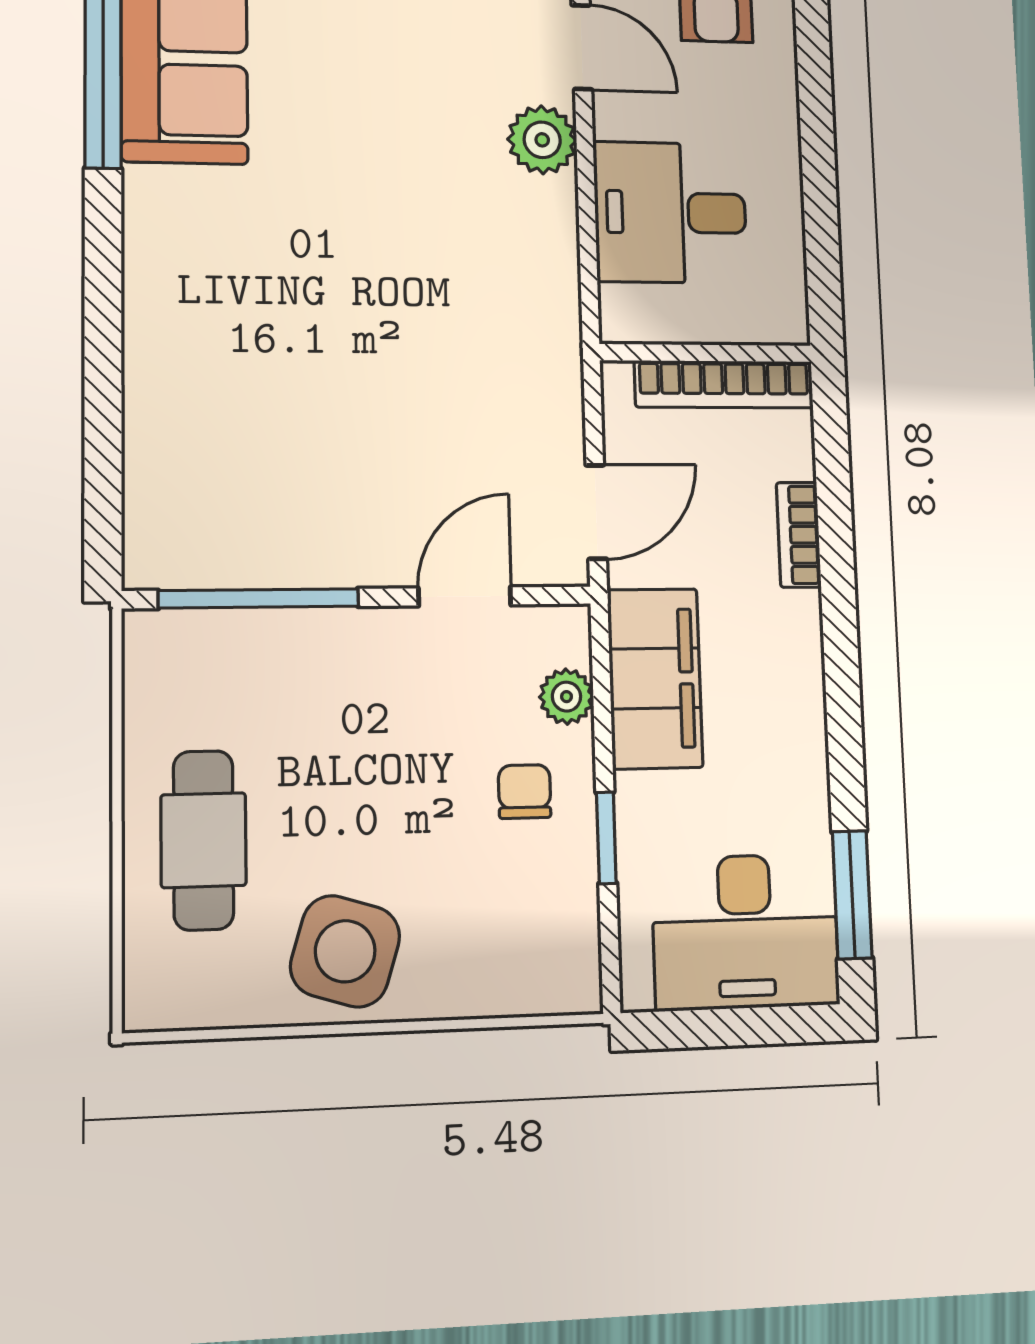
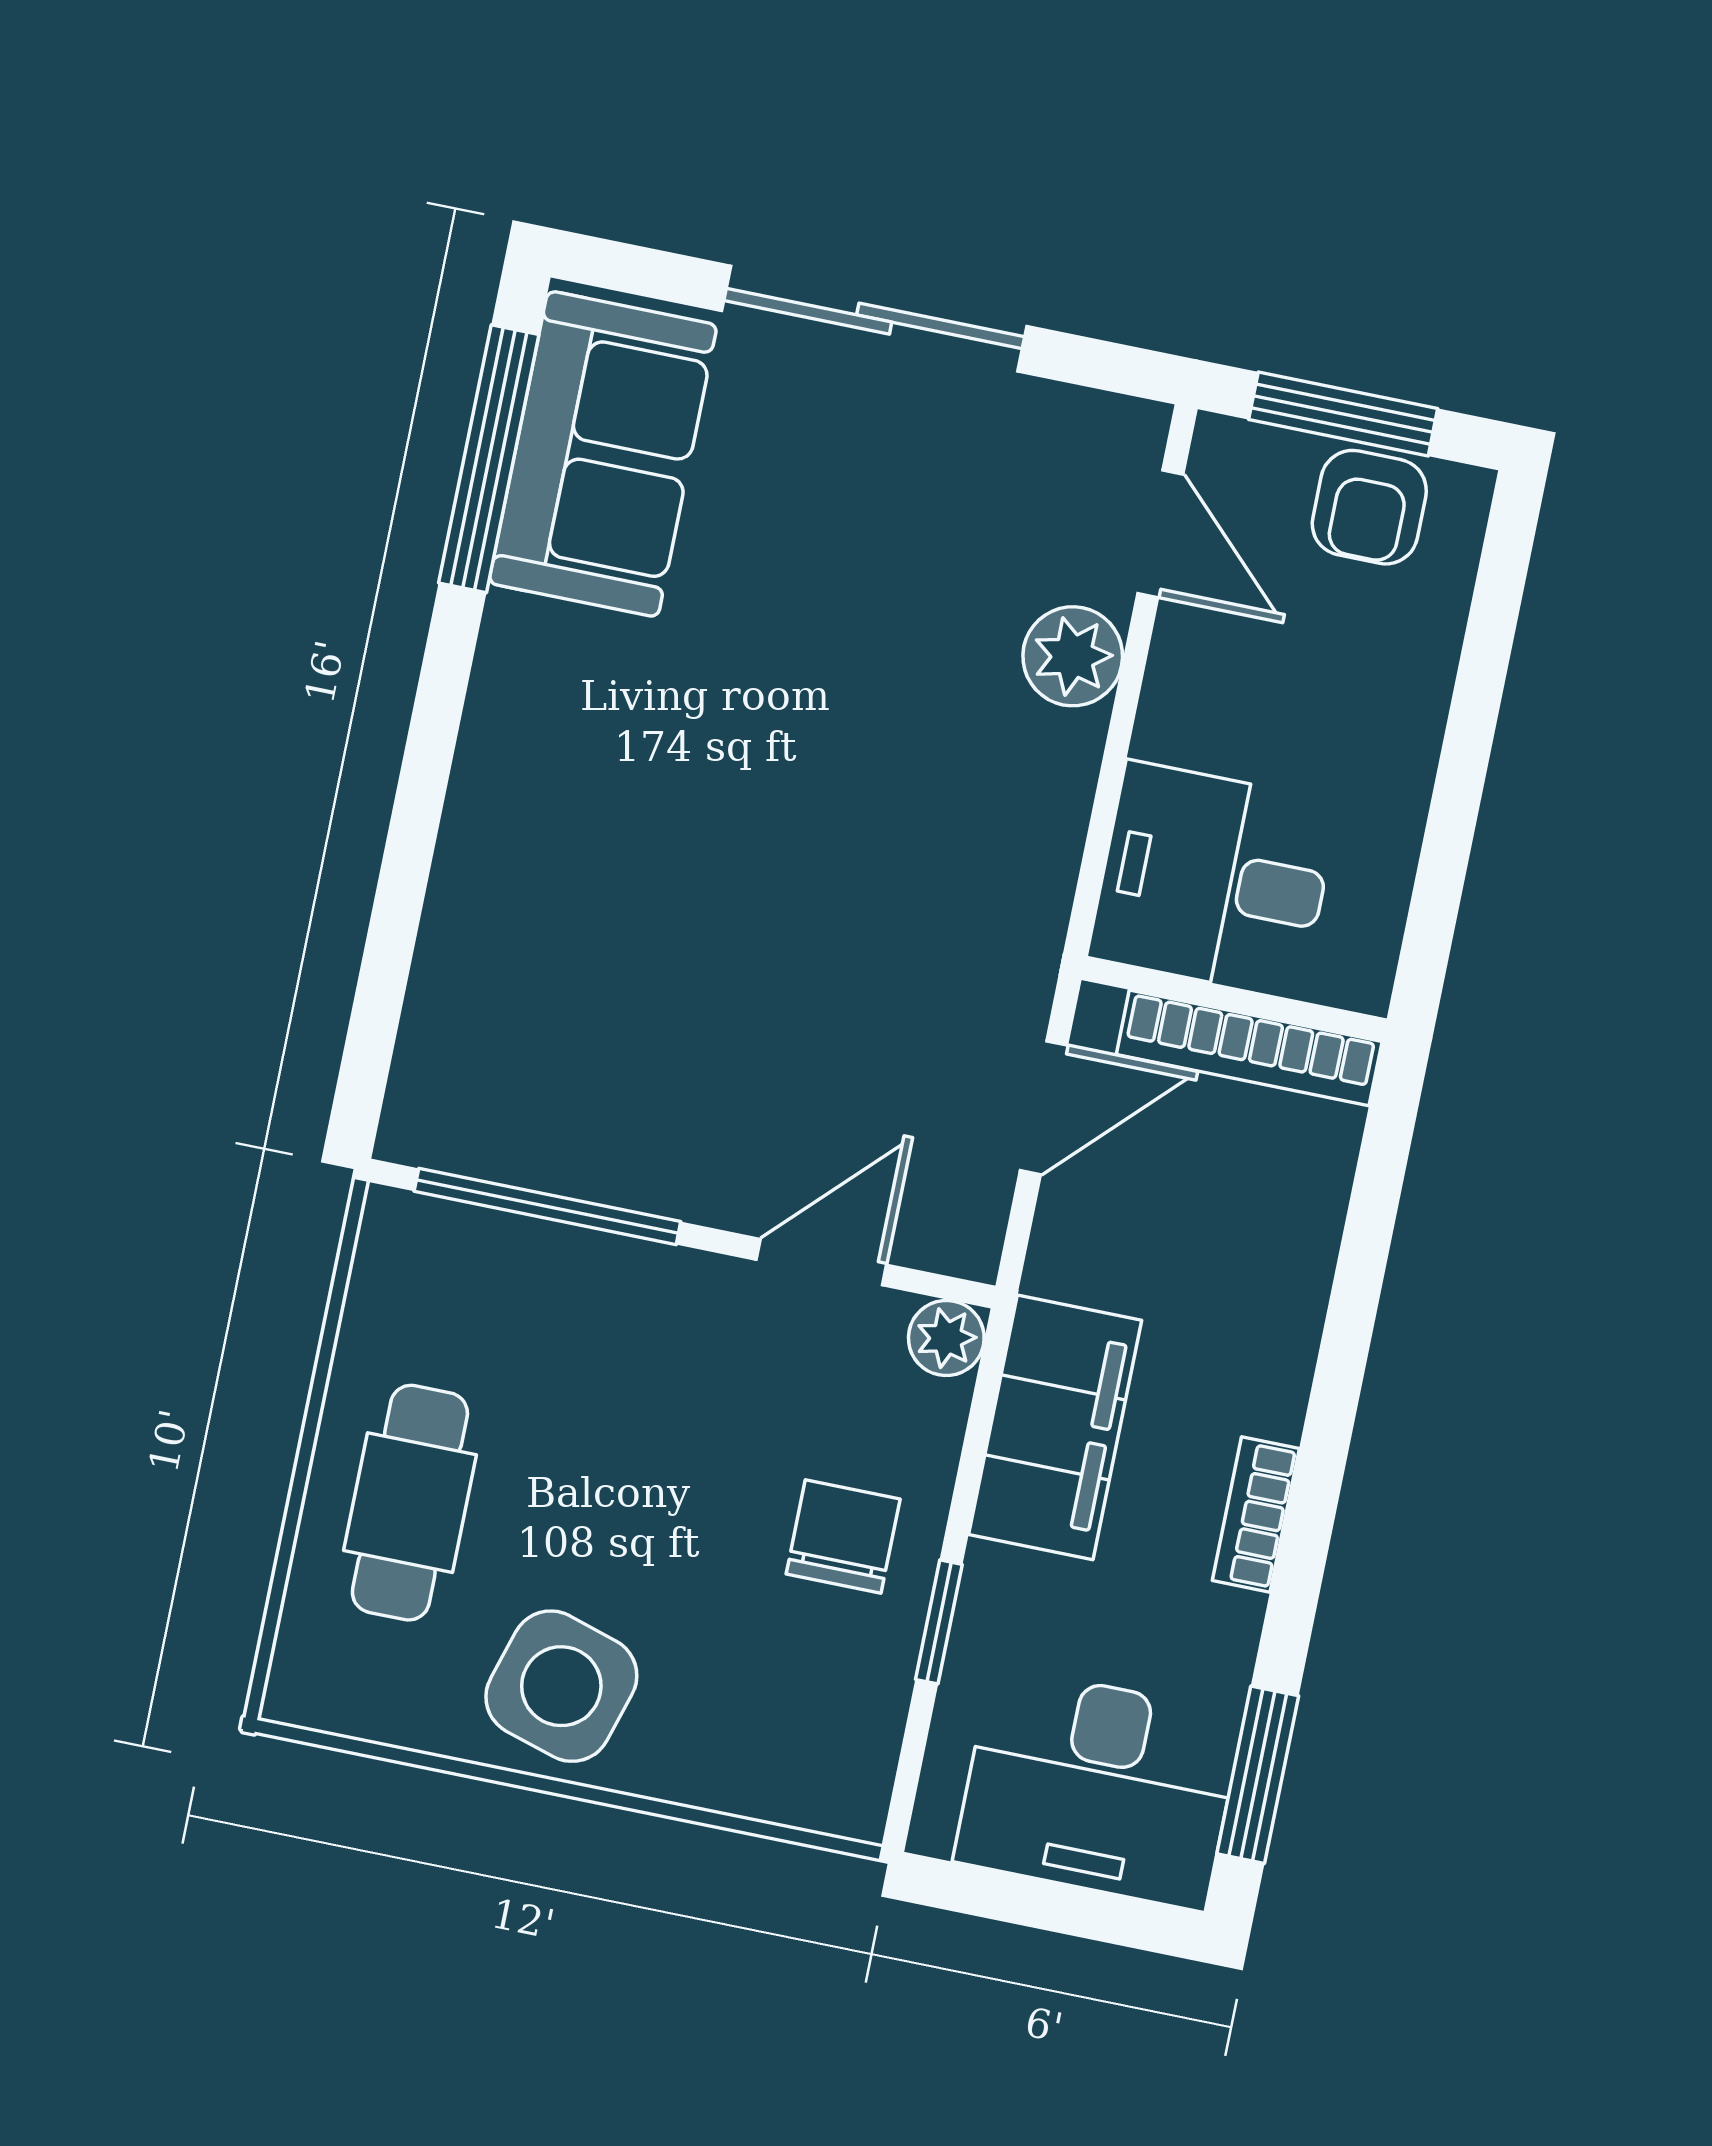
desk: (670, 213) -> (1213, 880), moved
door: (596, 512) -> (1044, 1108), moved
bookcase: (799, 535) -> (1256, 1515), moved
plant: (566, 697) -> (946, 1338), moved
chair: (525, 792) -> (843, 1537), width x1.37, depth x1.37

